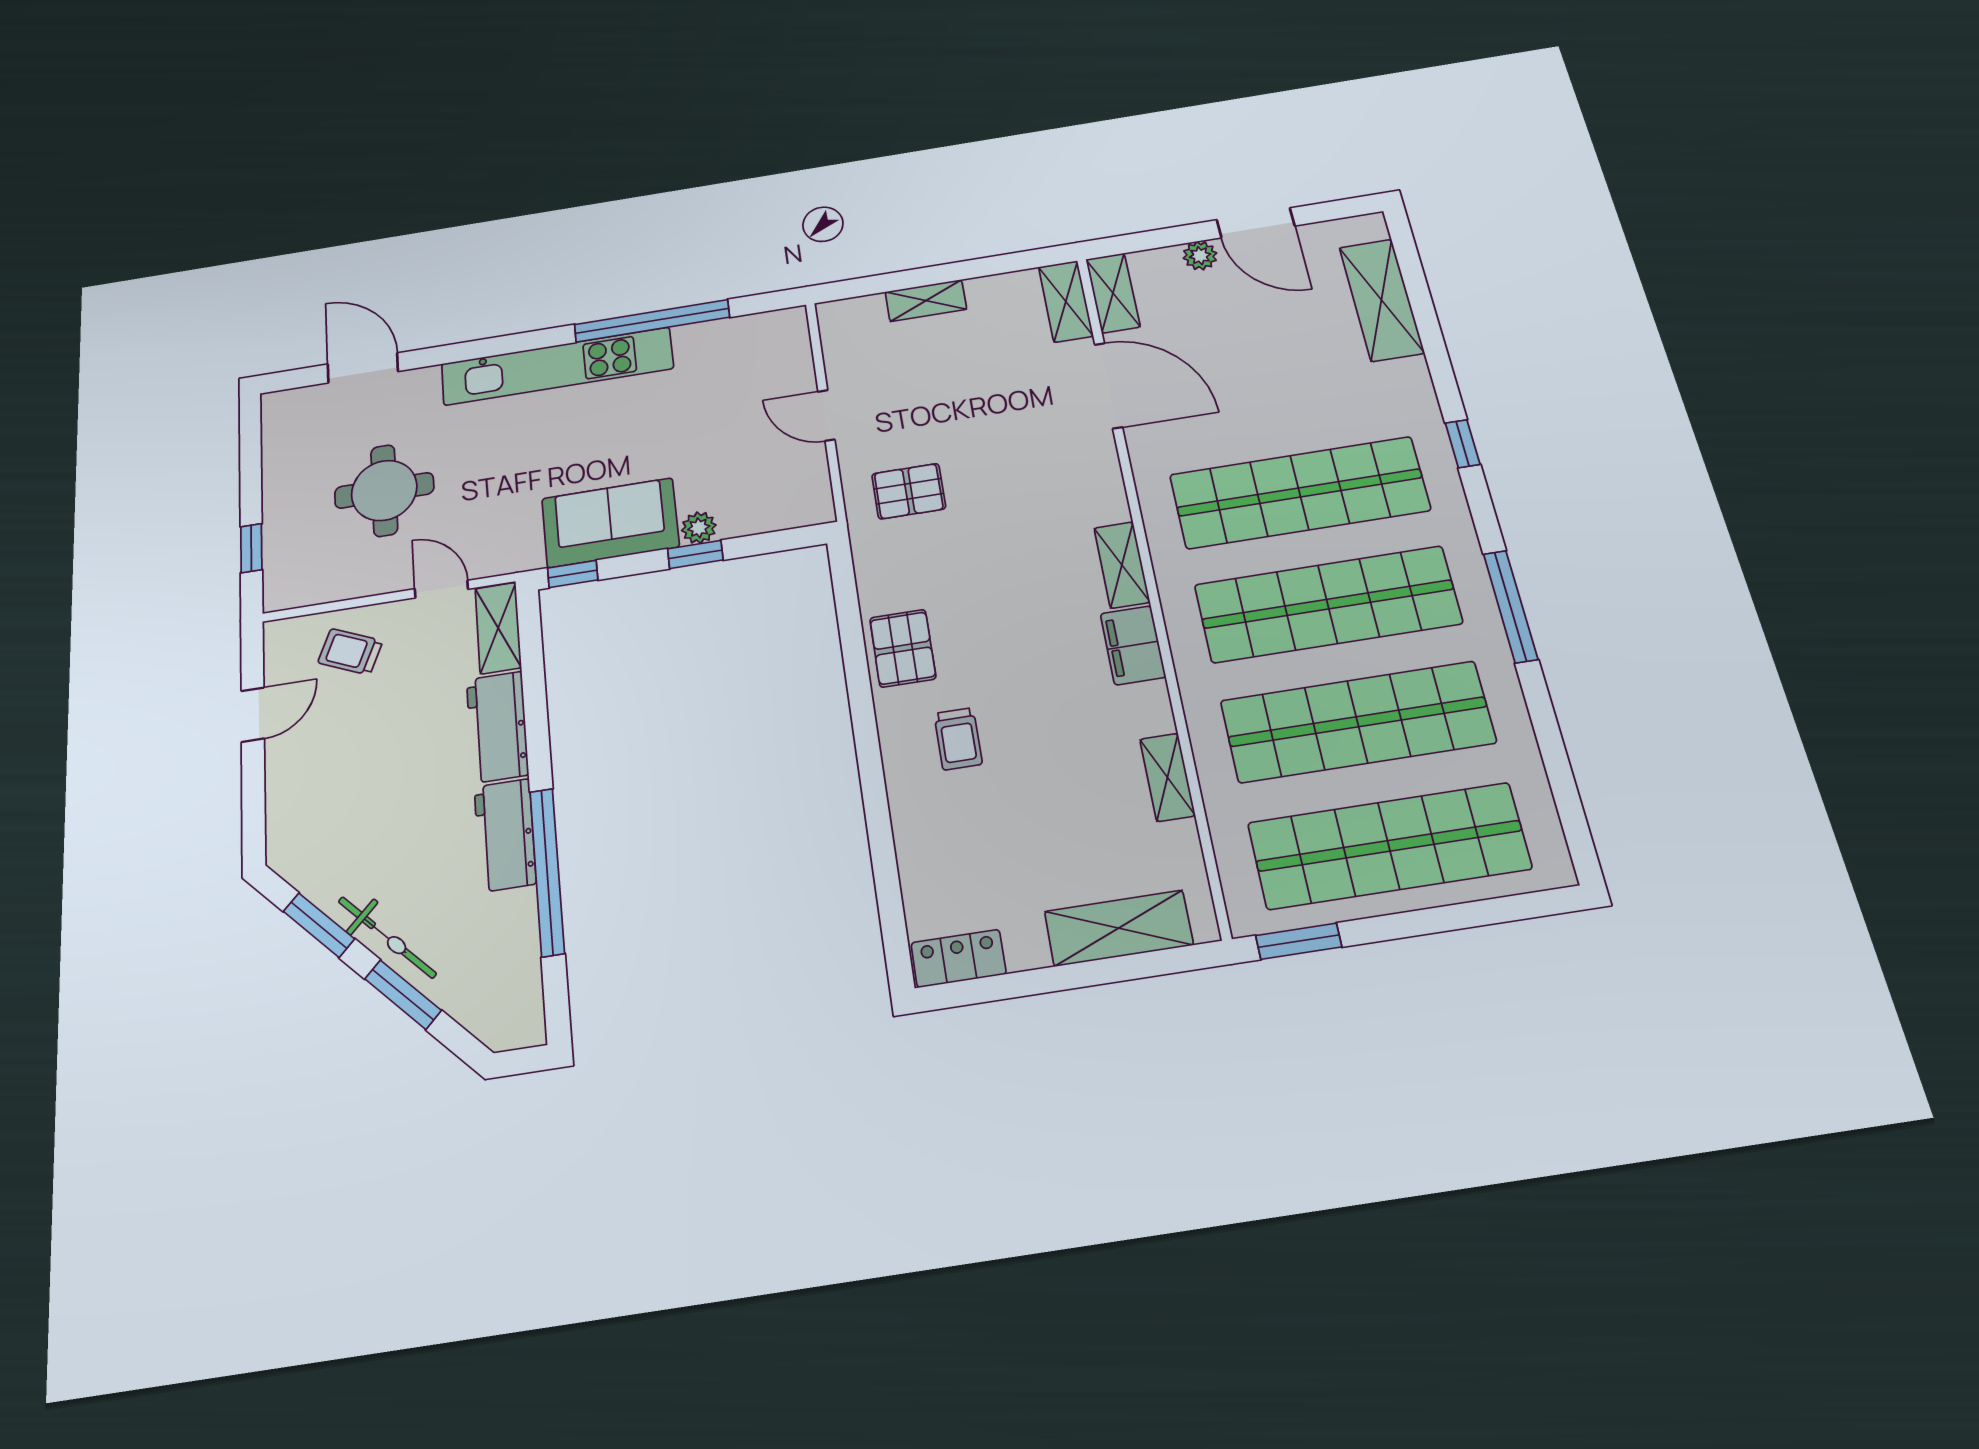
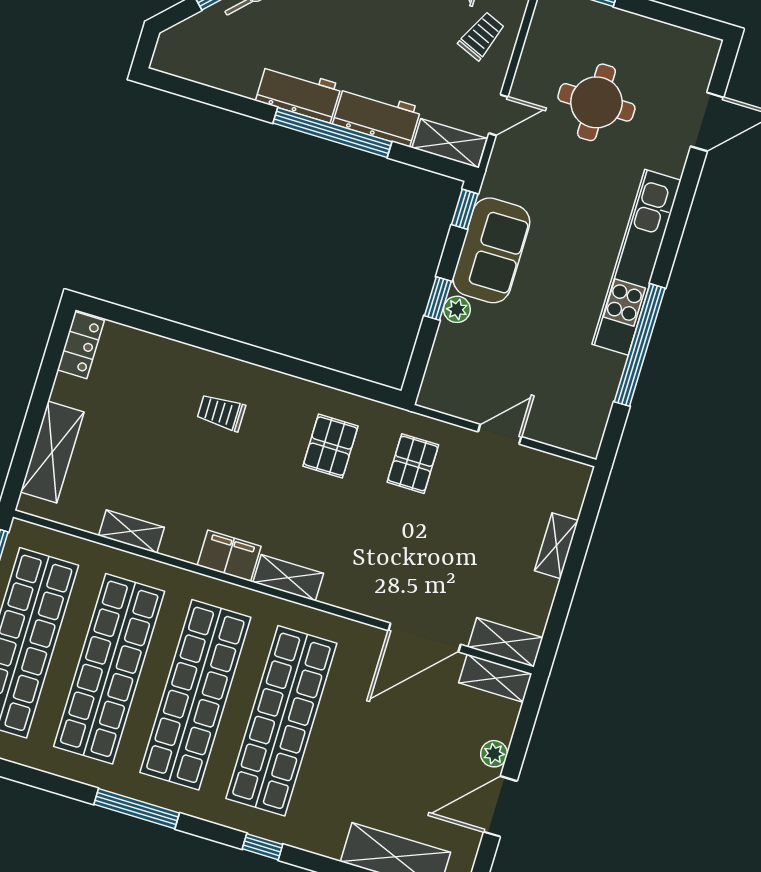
pallet: (903, 648) -> (330, 446), moved, turned 90
window: (547, 872) -> (332, 132), moved

